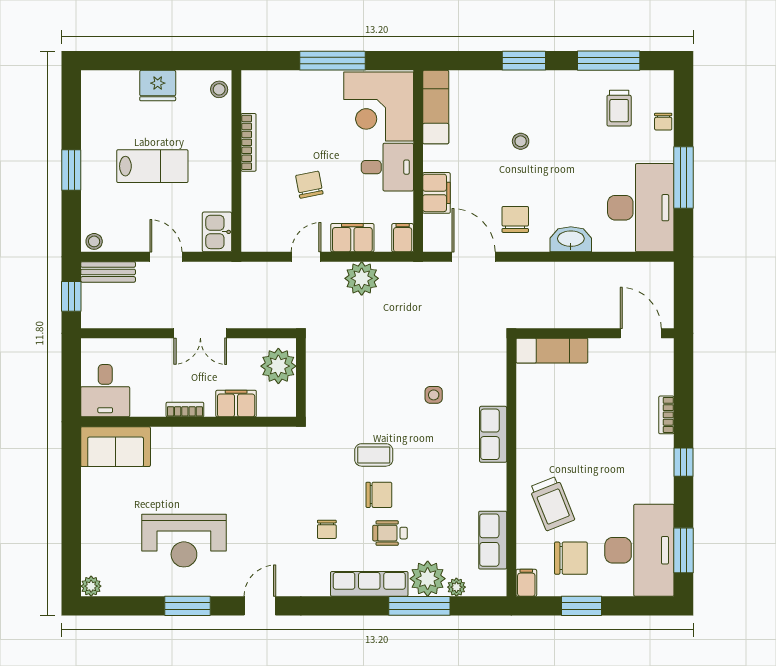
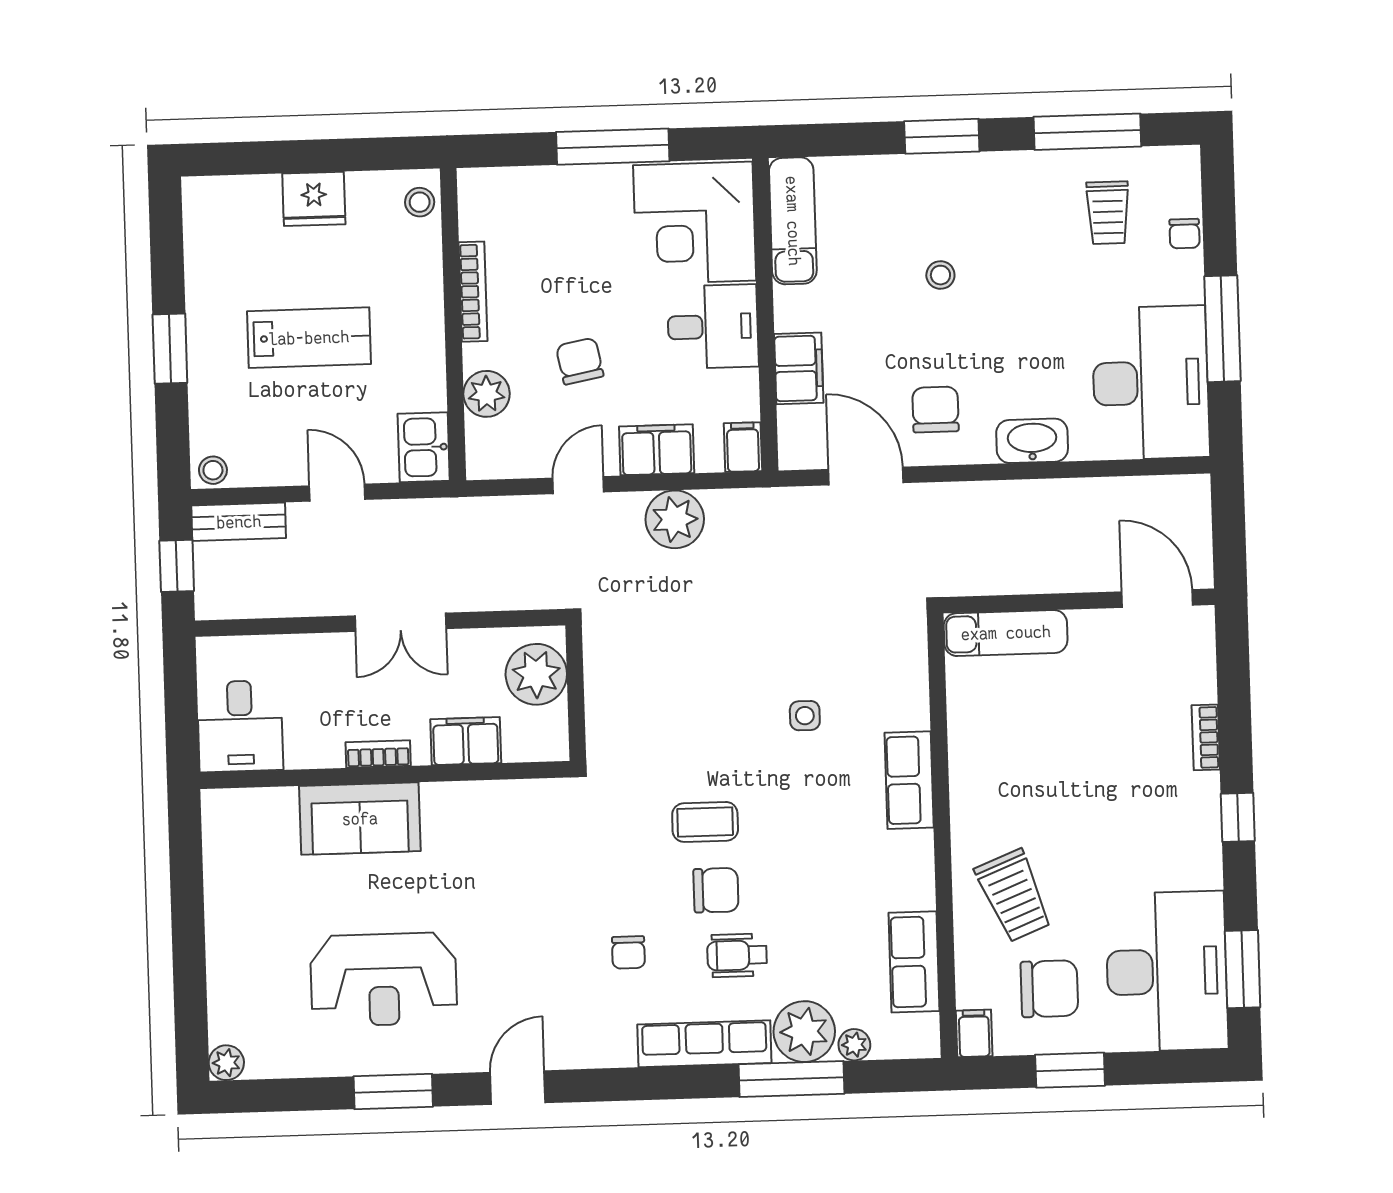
plant: (255, 202) -> (487, 394), added
sofa: (116, 447) -> (360, 819), moved

